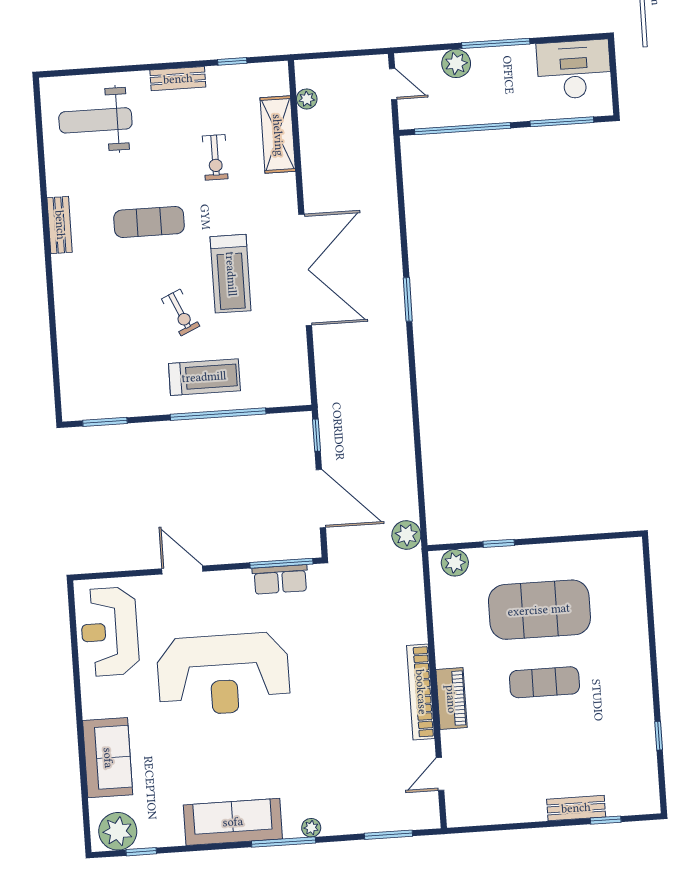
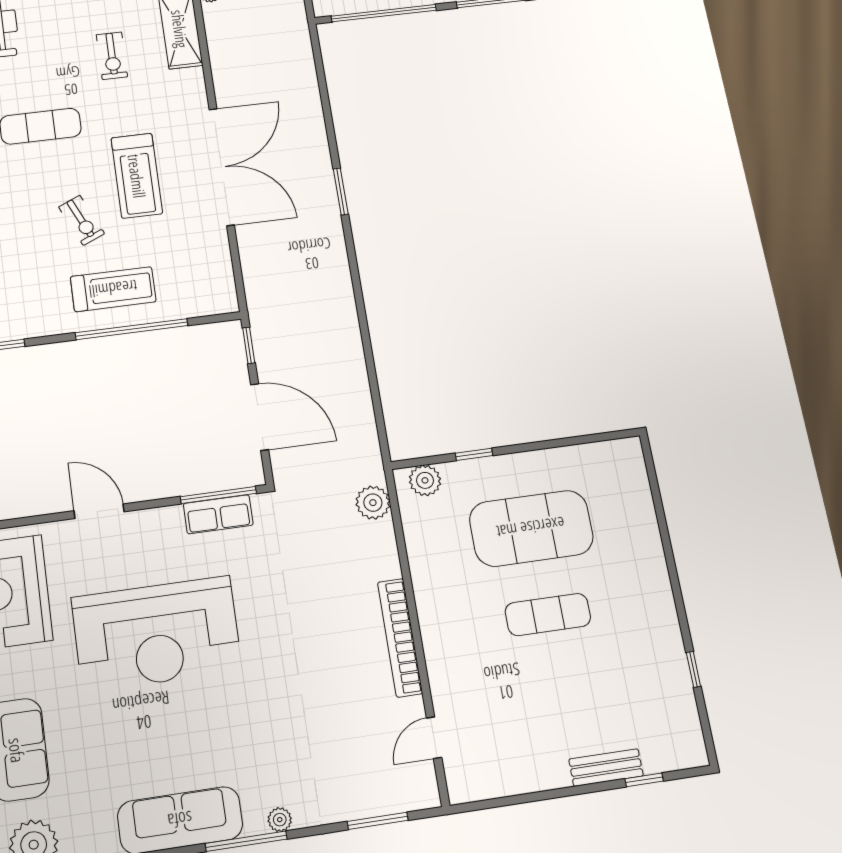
plant: (406, 535) -> (373, 503), moved
piano: (451, 699) -> (438, 643), removed

